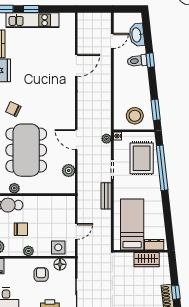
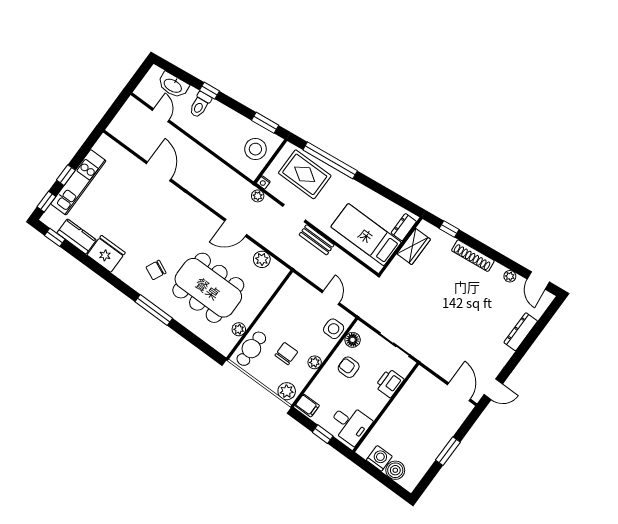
window: (176, 292) -> (449, 229), moved

